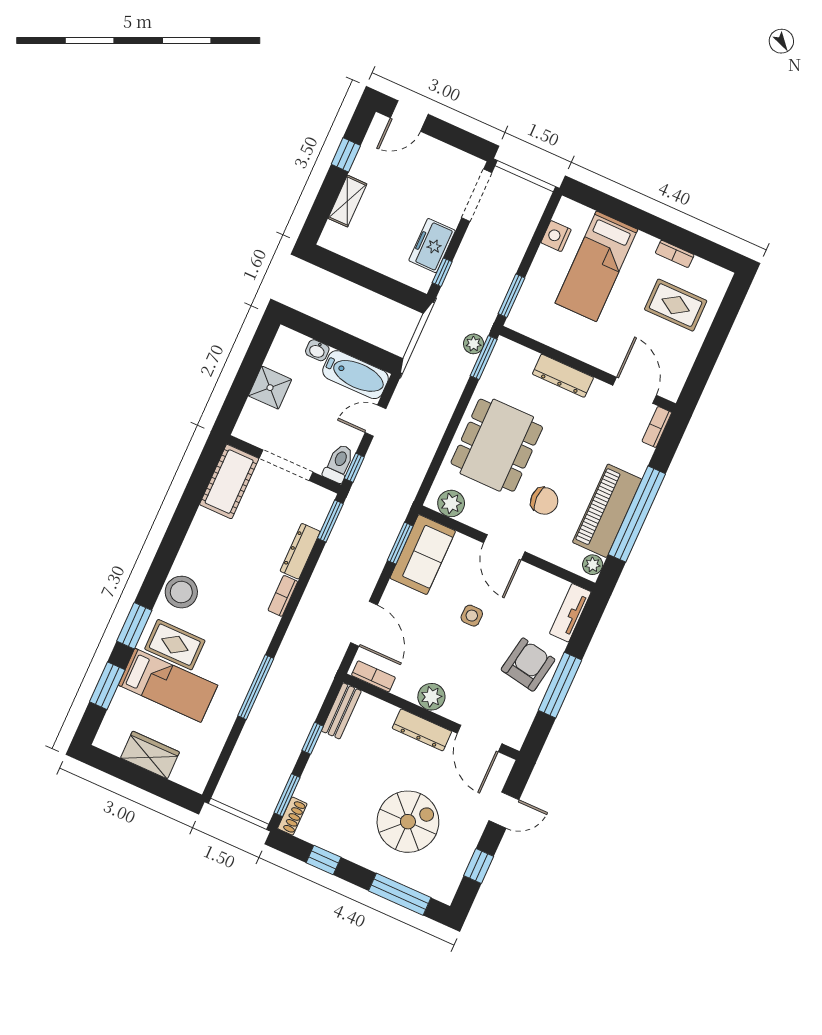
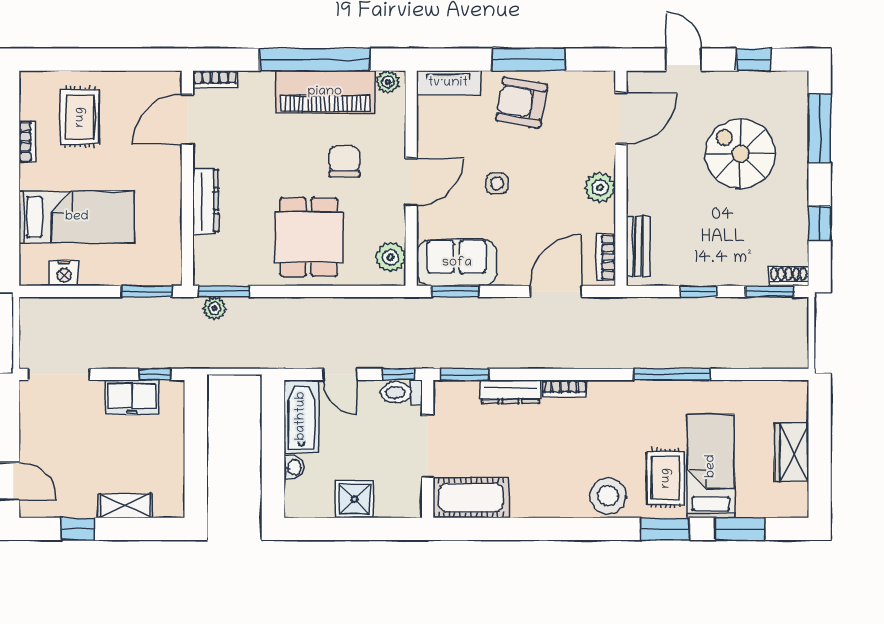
dining table: (497, 445) -> (309, 237), width x0.73
bench: (341, 711) -> (638, 246), moved, turned 90
dresser: (422, 730) -> (639, 182), removed

